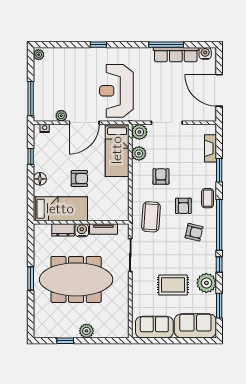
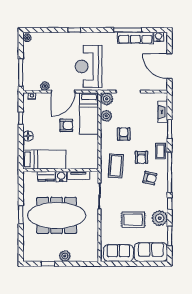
armchair: (79, 179) -> (66, 125), moved

